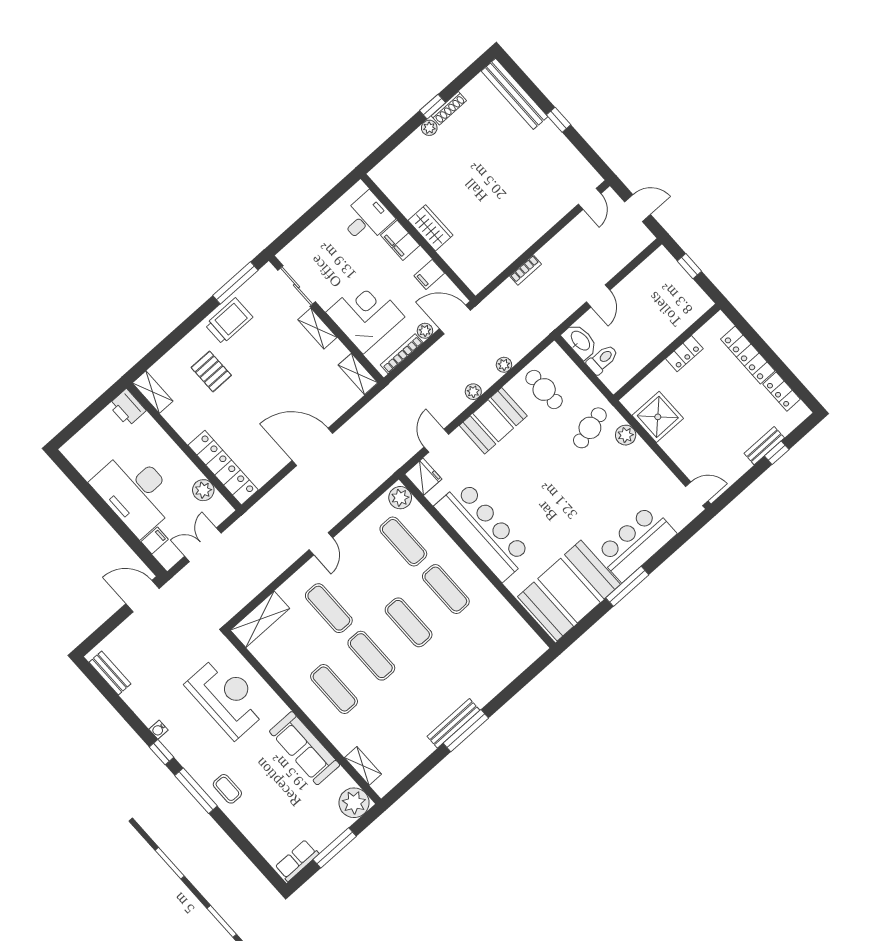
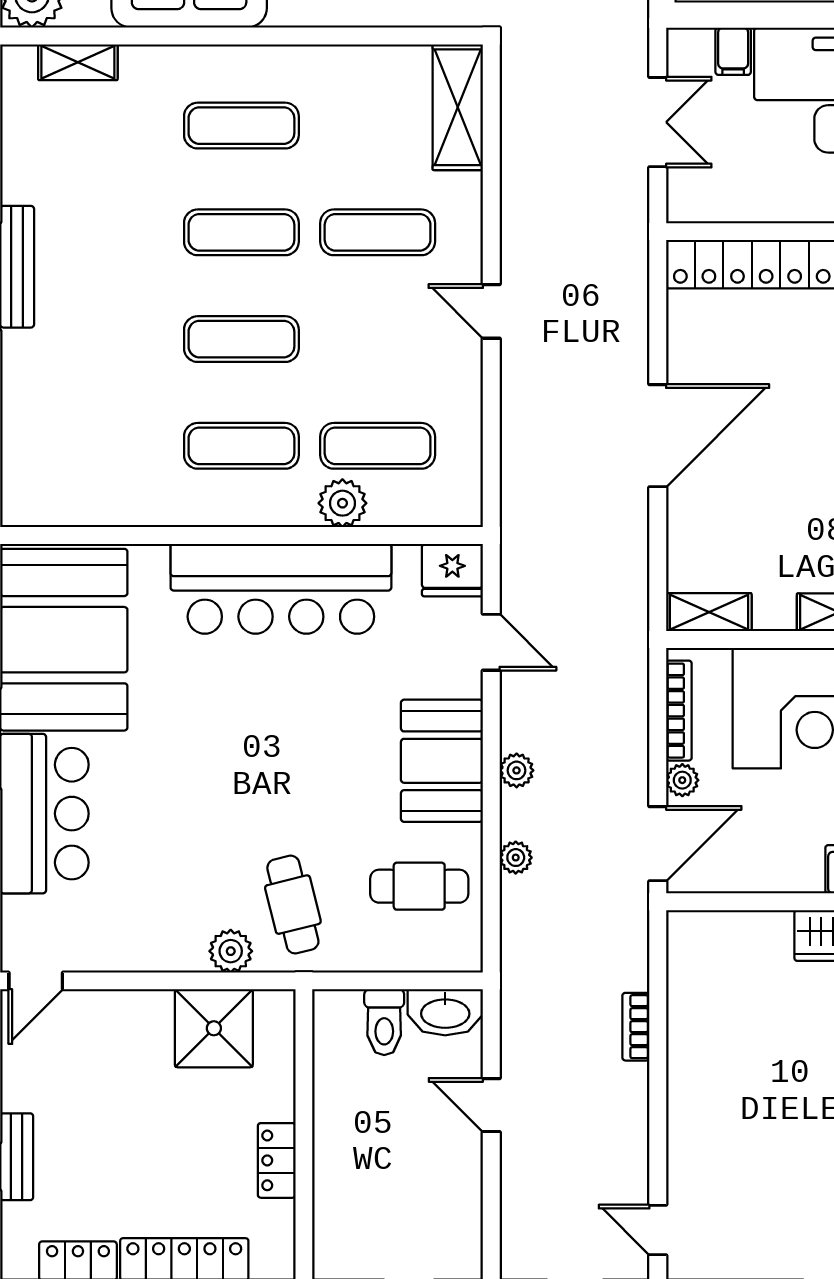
filing cabinet: (429, 274) -> (766, 867), removed
plant: (203, 490) -> (744, 201), removed
plant: (400, 498) -> (342, 503), moved

